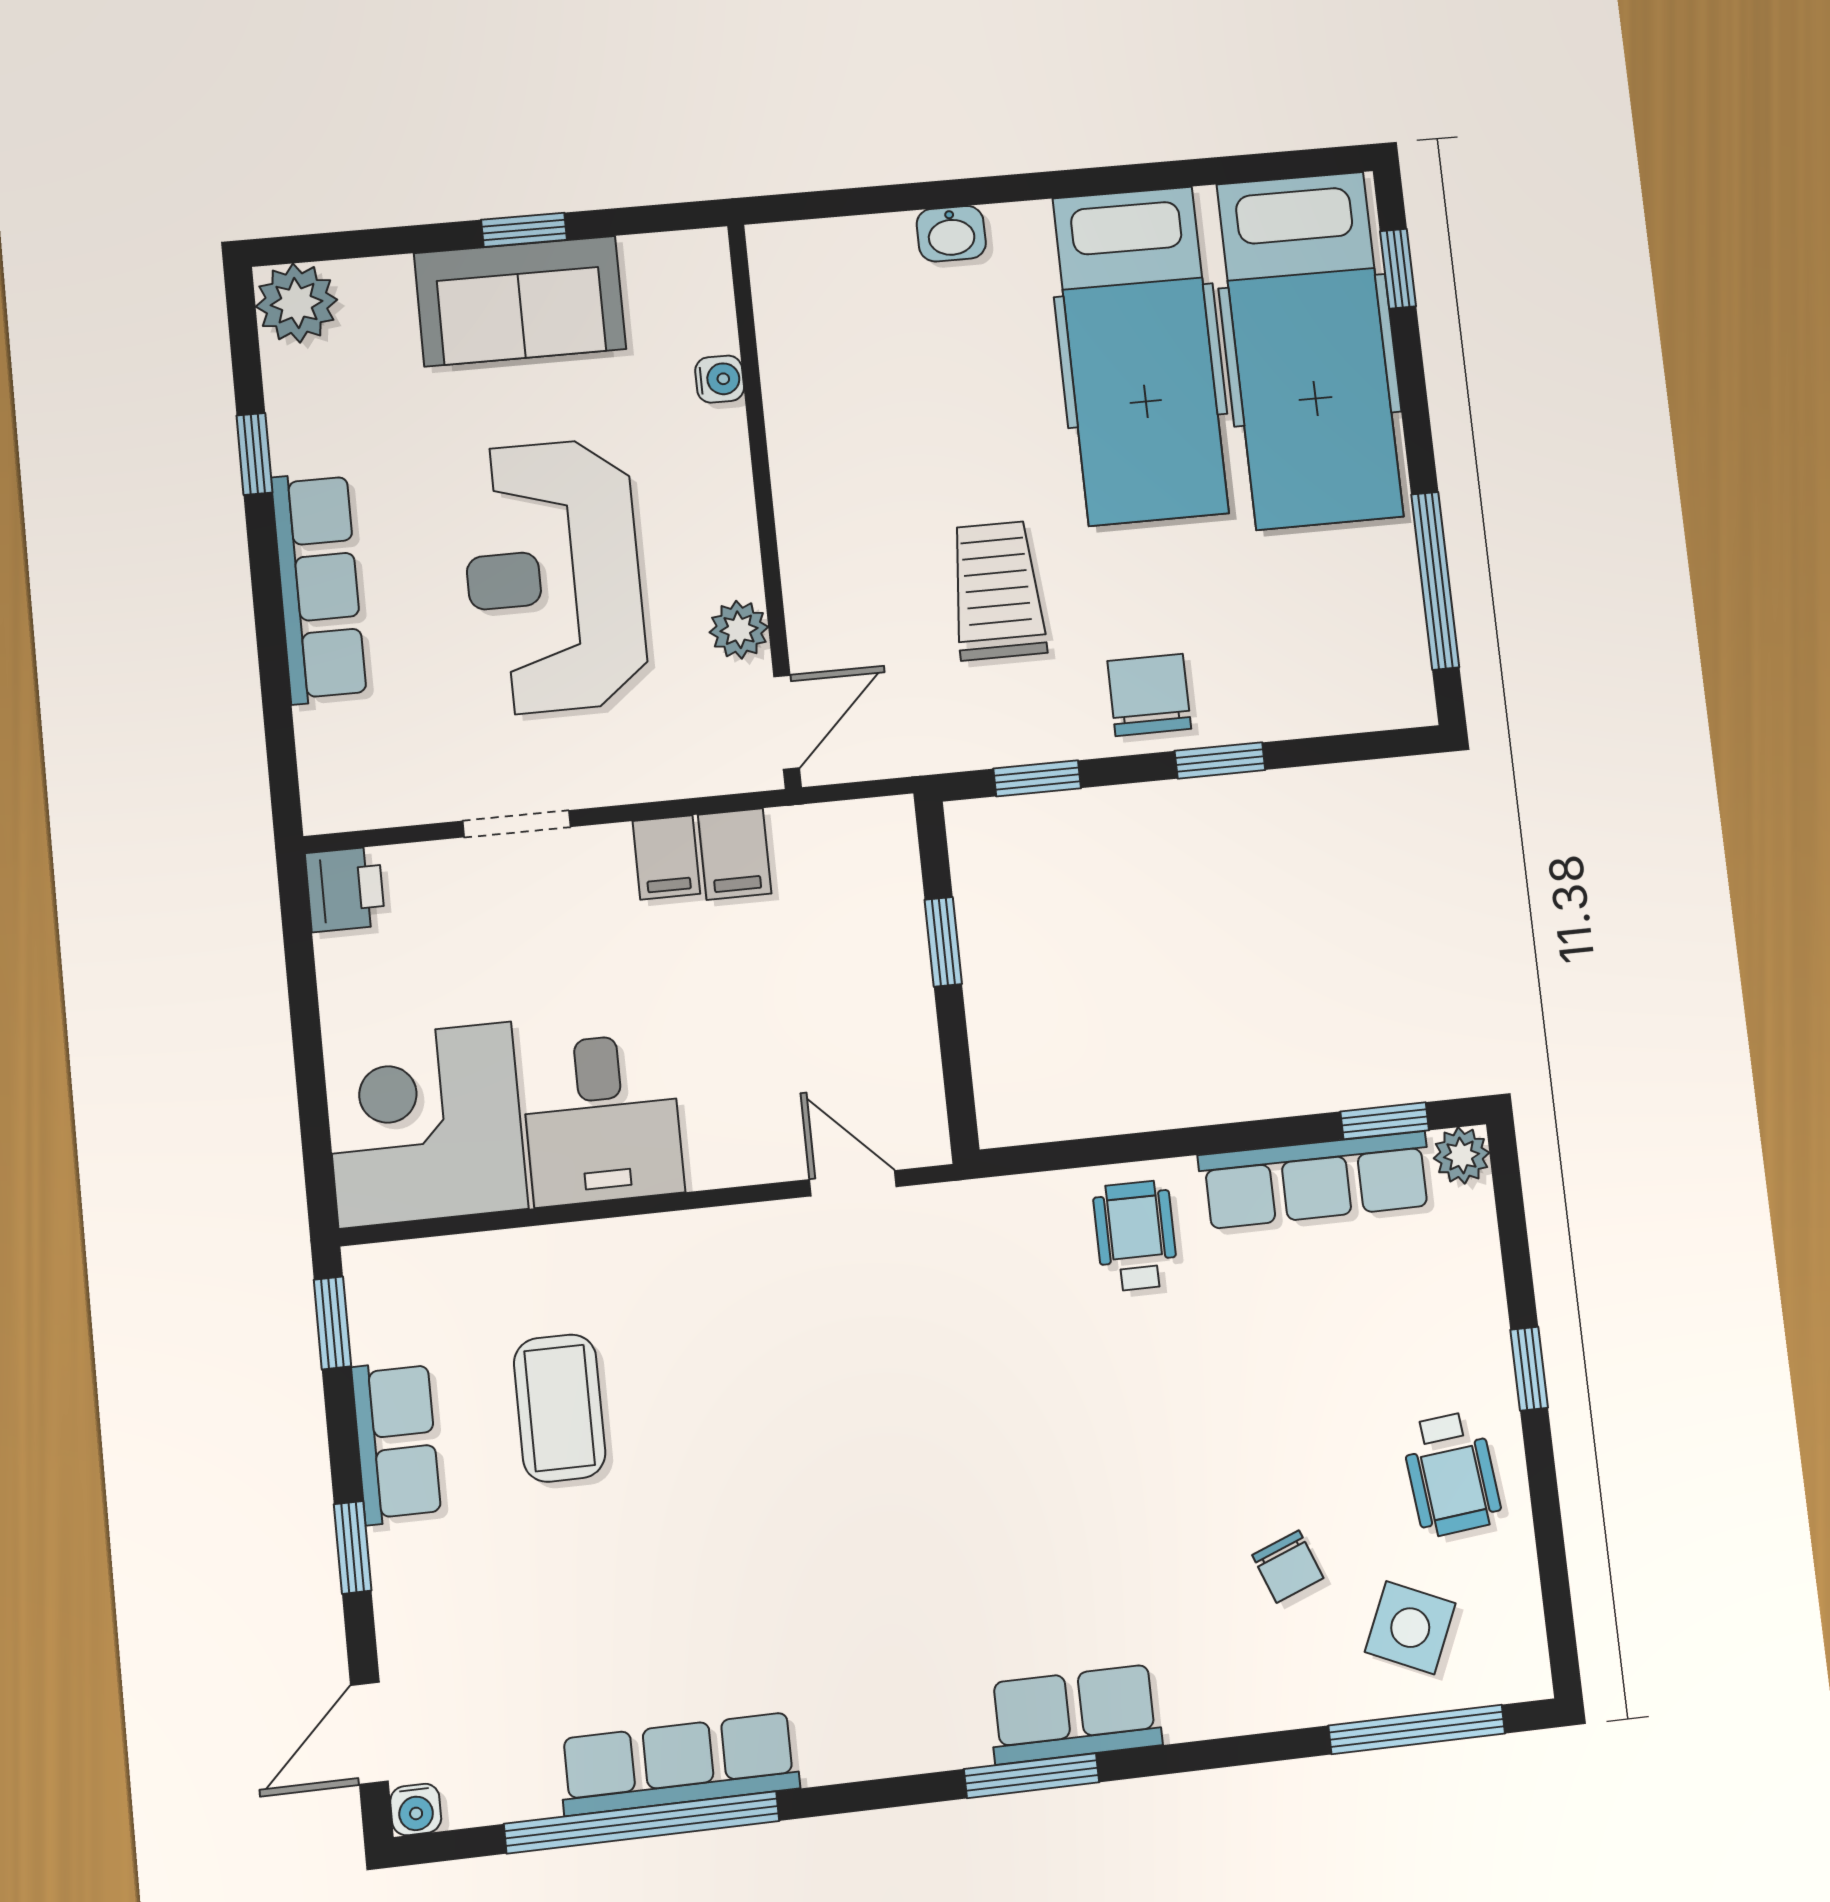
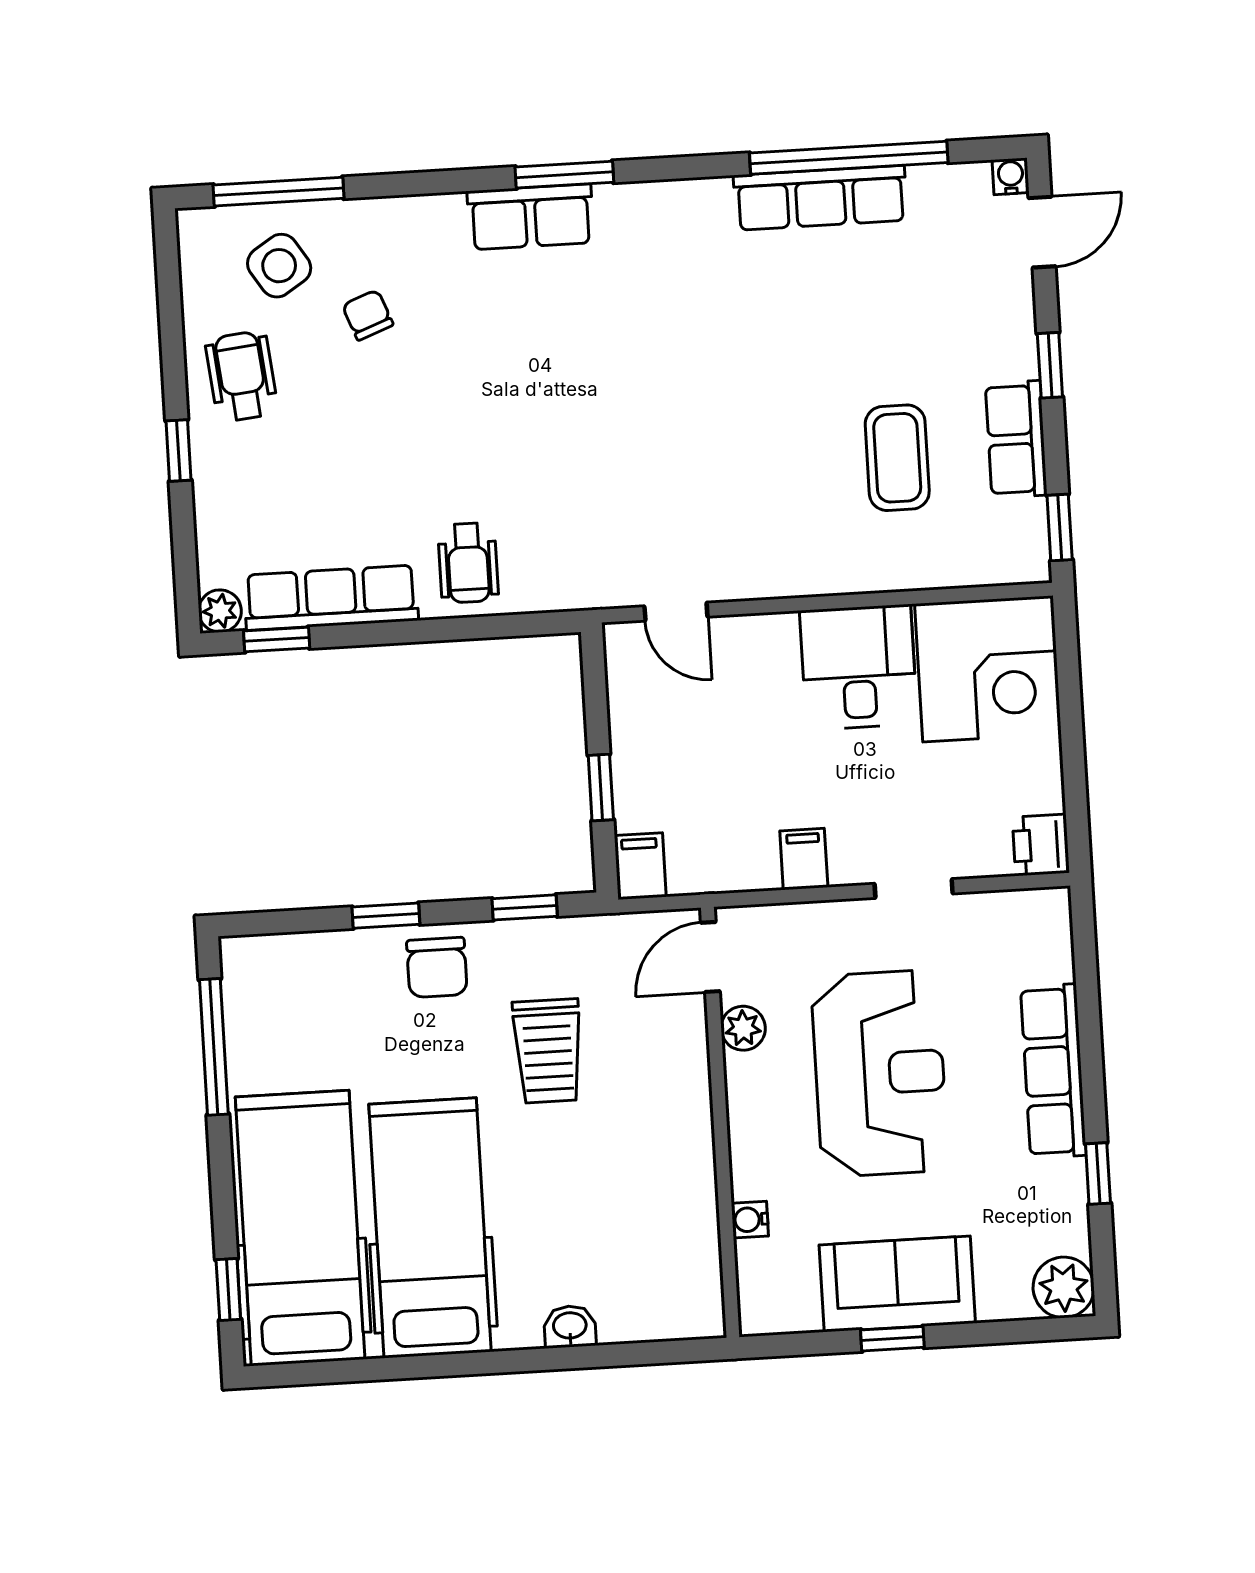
filing cabinet: (735, 854) -> (640, 866), moved
side table: (1410, 1628) -> (279, 266), turned 33

